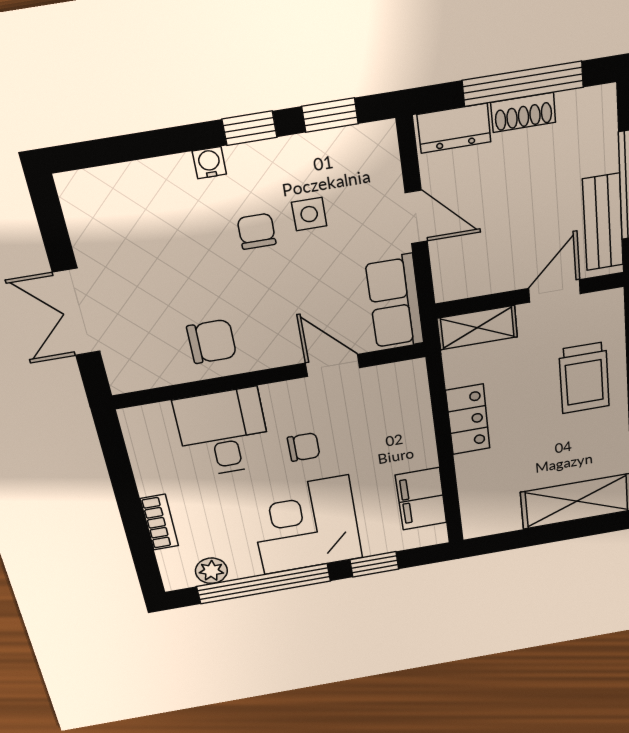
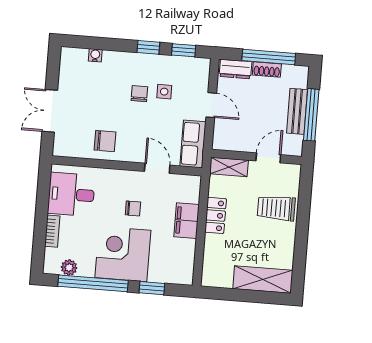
water cooler: (209, 163) -> (95, 55), moved
bench: (603, 222) -> (297, 111), moved
trolley: (584, 378) -> (276, 208), turned 90
desk: (223, 433) -> (71, 194), moved, turned -90
filing cabinet: (421, 499) -> (187, 221), moved

